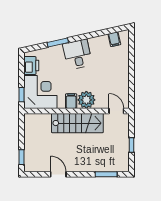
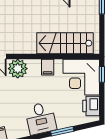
plant: (86, 100) -> (18, 69), moved
stairs: (77, 123) -> (65, 43), moved

